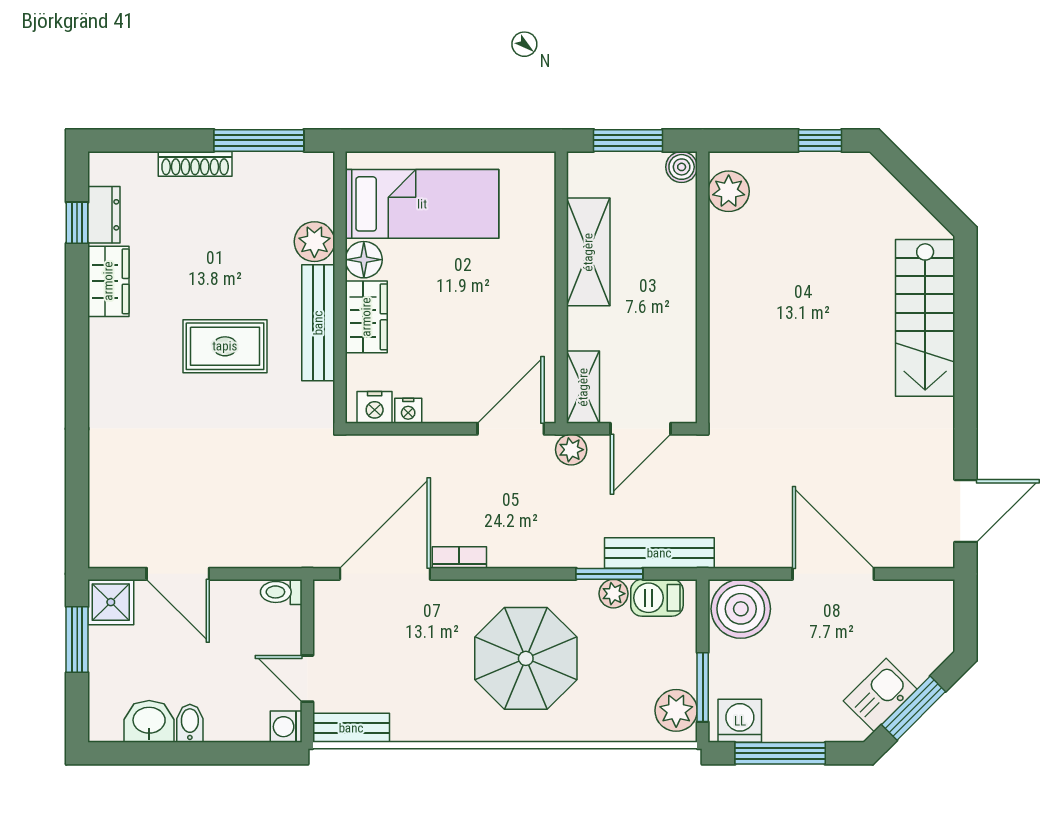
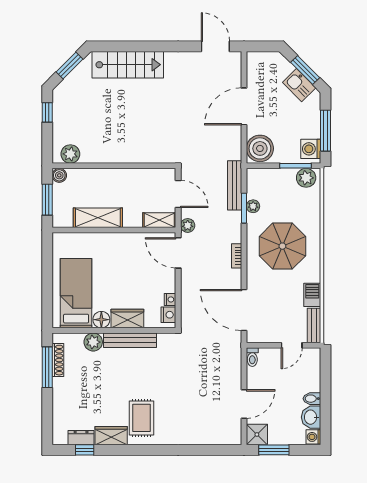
shoe rack: (195, 164) -> (58, 360), moved
window: (923, 189) -> (70, 66), added
rug: (225, 346) -> (141, 418), moved
bookcase: (459, 558) -> (237, 256), moved
barbecue: (657, 598) -> (312, 295), moved, turned 180
washing machine: (286, 727) -> (313, 437), moved, turned 90

